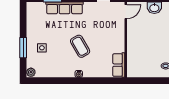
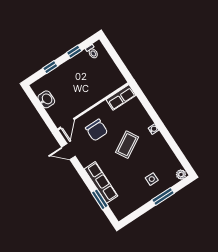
door: (126, 12) -> (67, 123), swing flipped
chair: (106, 30) -> (97, 130), added

